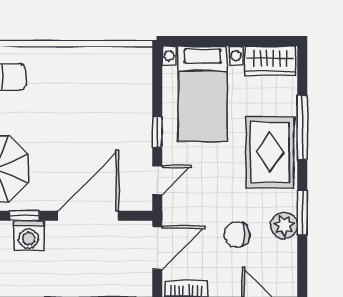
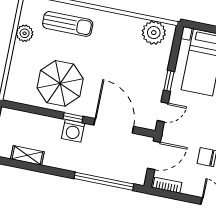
plant: (120, 64) -> (154, 33), added
door: (88, 216) -> (114, 126), hinge flipped

